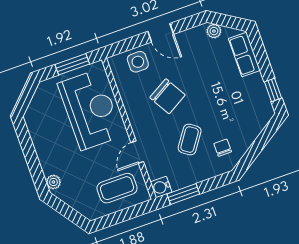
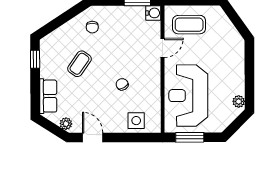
door: (161, 33) -> (93, 137), moved
chair: (167, 96) -> (122, 84), width x0.54, depth x0.54
coffee table: (190, 139) -> (79, 64), moved
plant: (53, 182) -> (239, 101), moved

